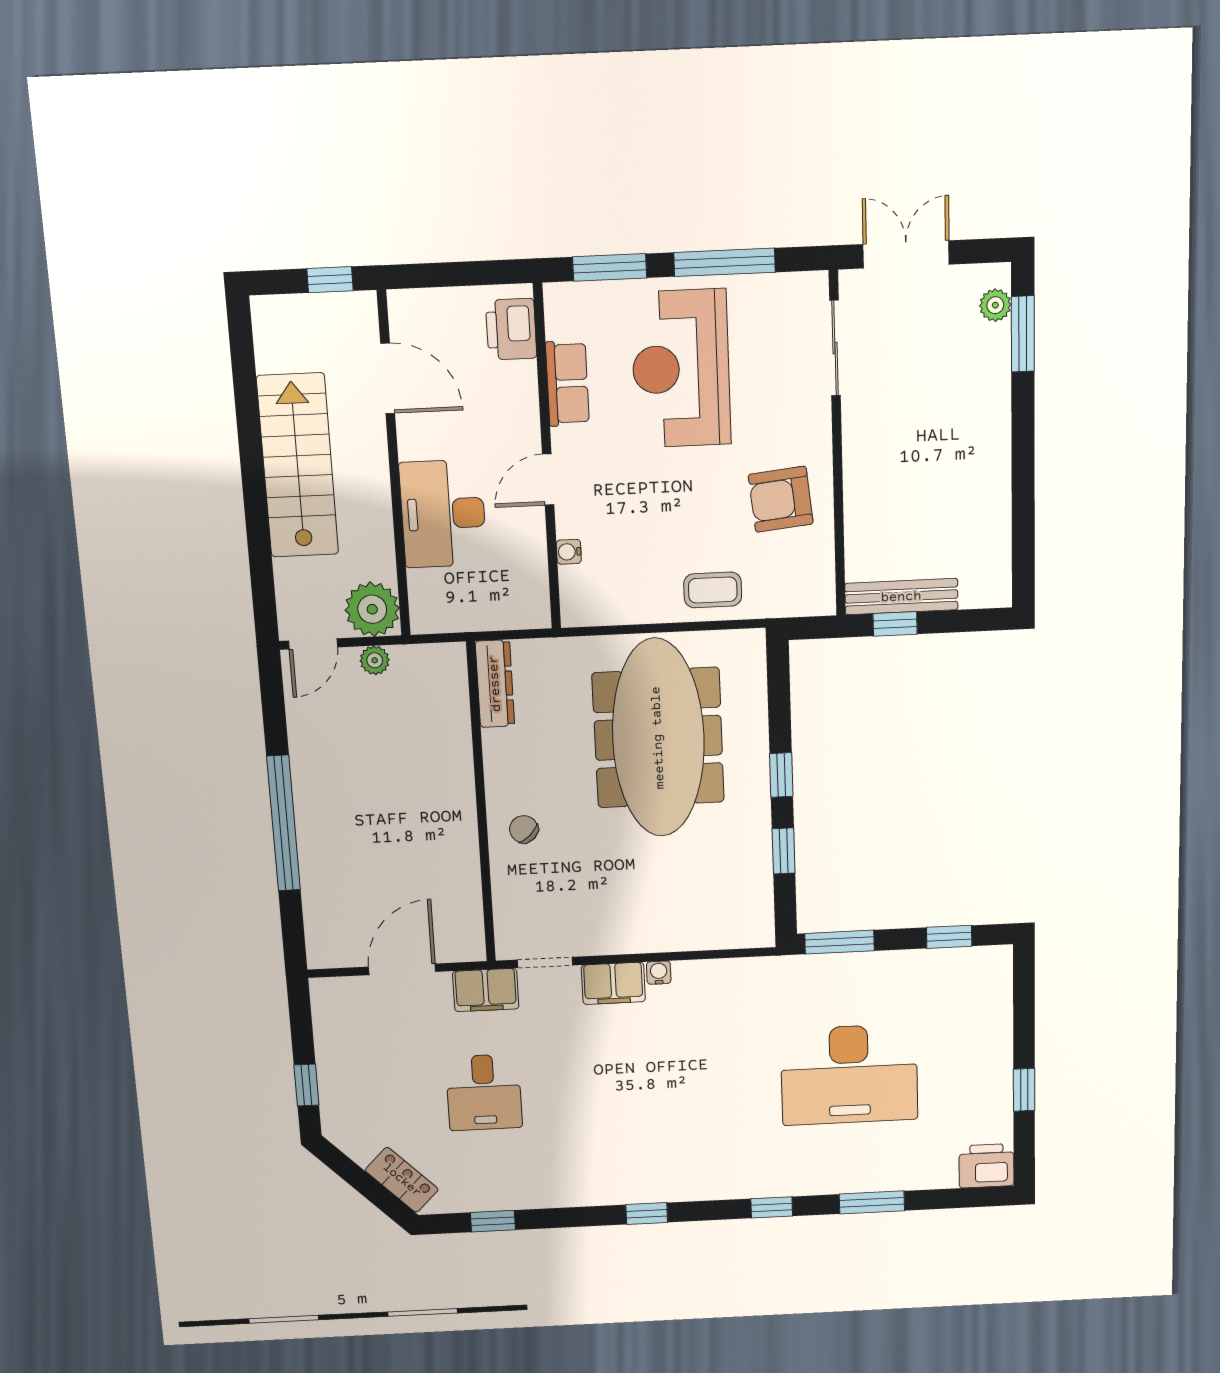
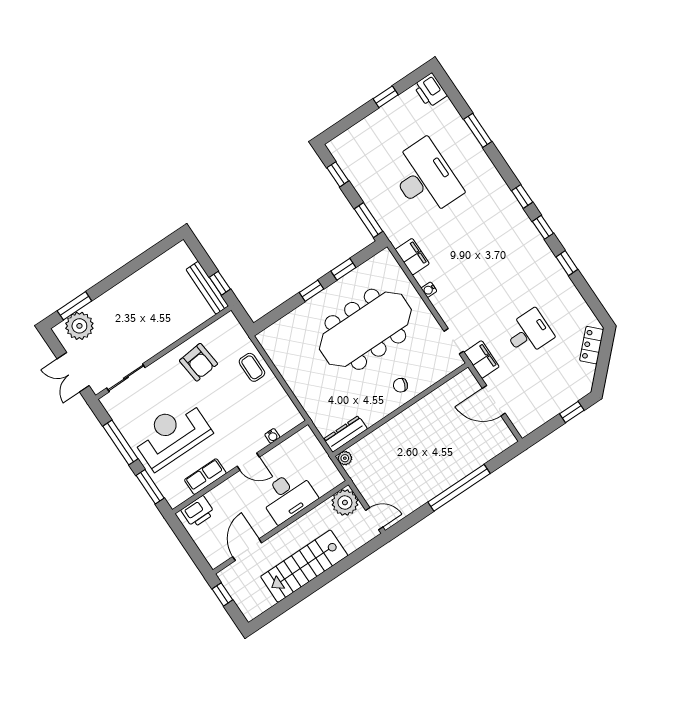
plant: (995, 305) -> (79, 326), width x1.87, depth x1.87
reception desk: (681, 369) -> (172, 435), turned 180
plant: (375, 660) -> (345, 458), moved
meeting table: (658, 738) -> (365, 329), moved
chair: (524, 829) -> (400, 385), turned 65
filing cabinet: (613, 983) -> (412, 257), moved
window: (772, 1207) -> (522, 196), moved
window: (493, 1221) -> (567, 263), moved

